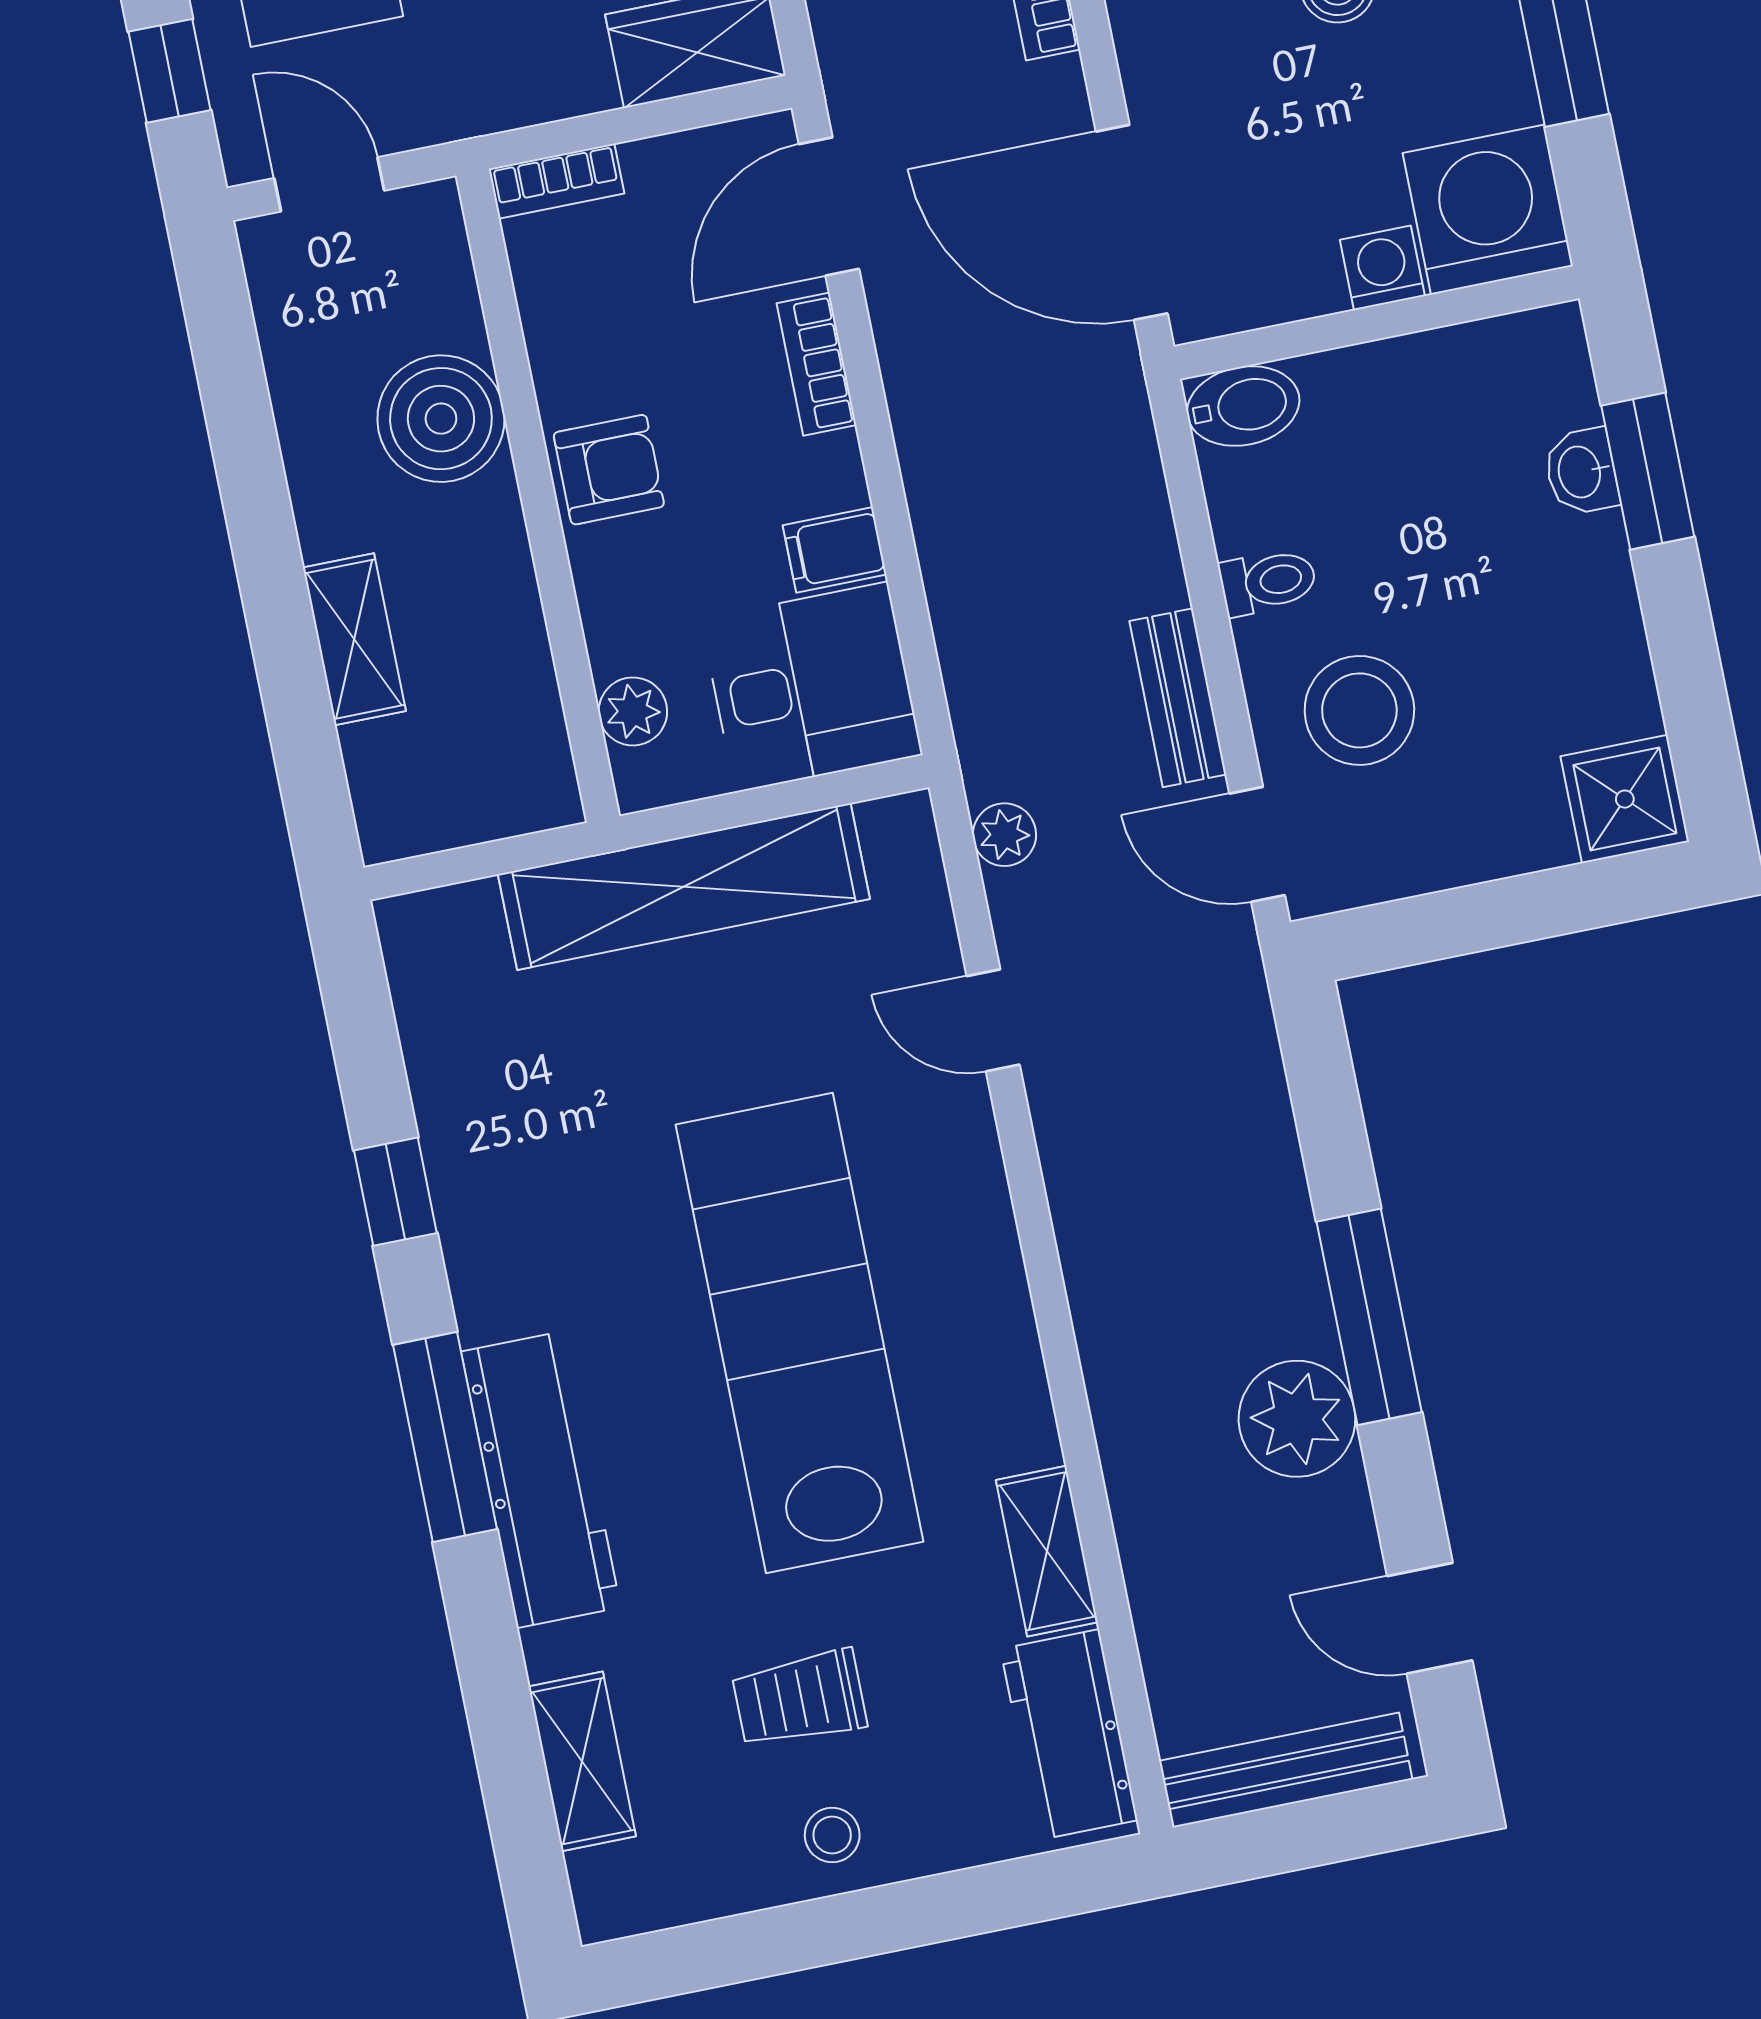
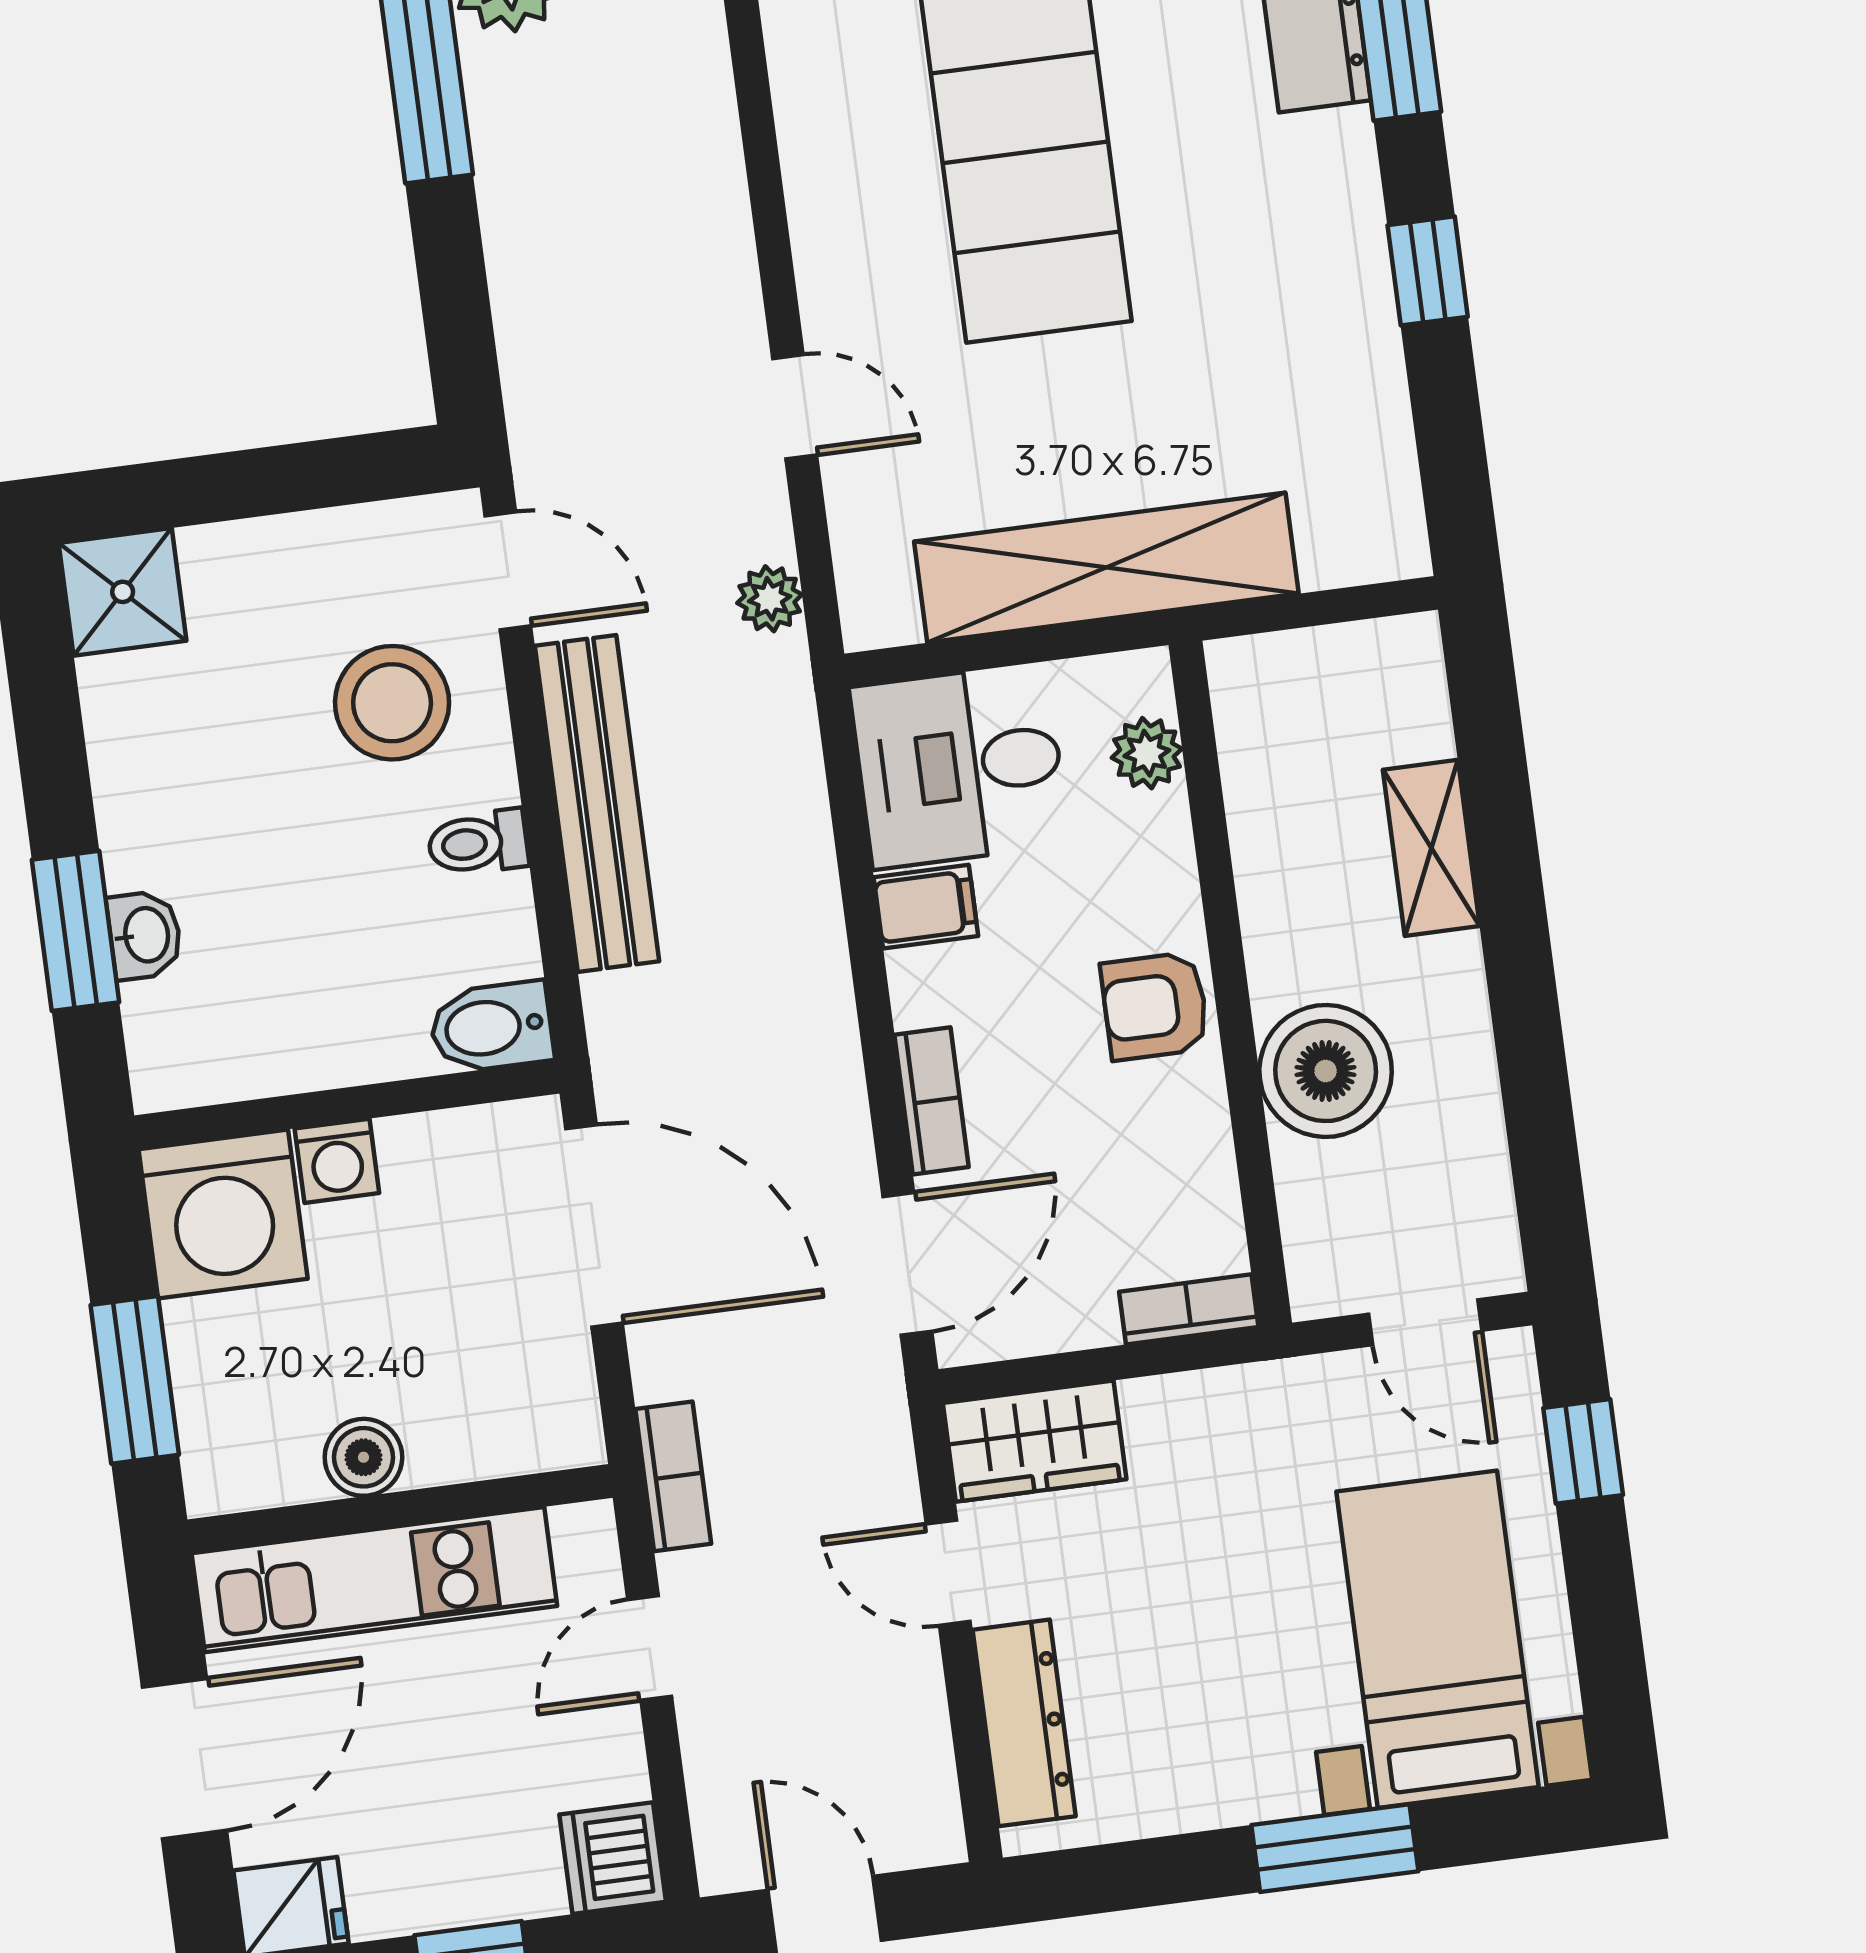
bench: (1178, 698) -> (597, 803), width x1.86, depth x1.21

